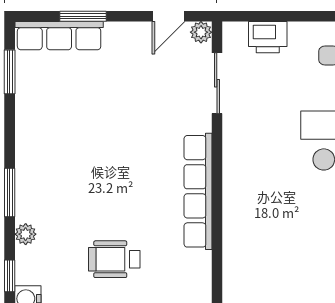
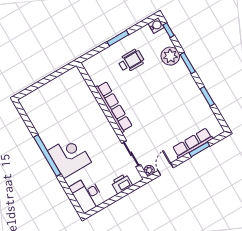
row of seats: (59, 36) -> (193, 143), moved
window: (10, 72) -> (207, 96), moved
plant: (26, 234) -> (170, 56), width x1.88, depth x1.88

